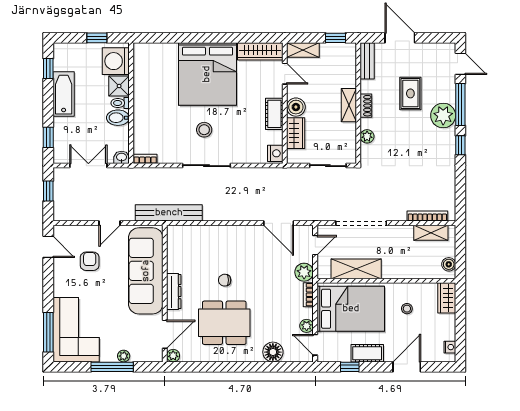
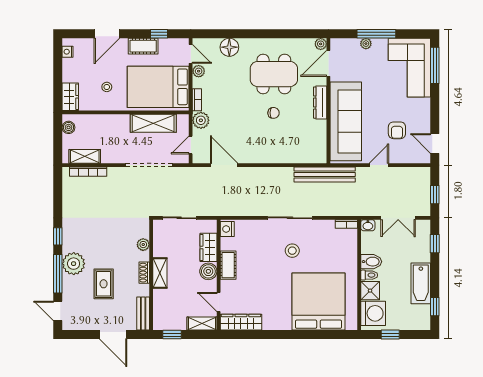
bed: (207, 74) -> (318, 302), moved

